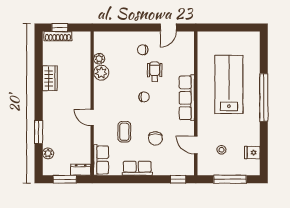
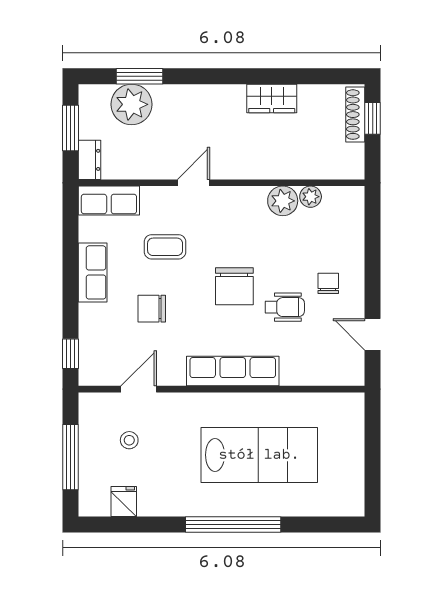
chair: (144, 97) -> (234, 286), width x1.87, depth x1.87
window: (39, 132) -> (139, 76), moved
plant: (48, 153) -> (132, 104), width x1.88, depth x1.88

